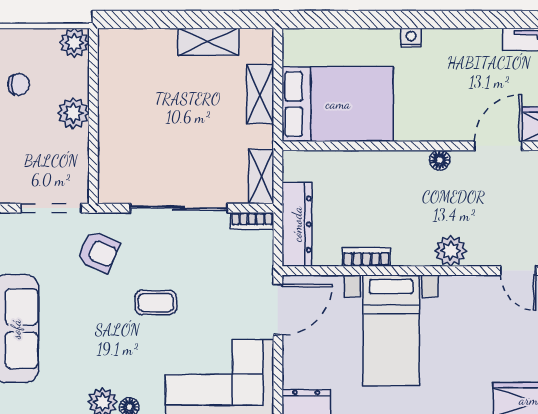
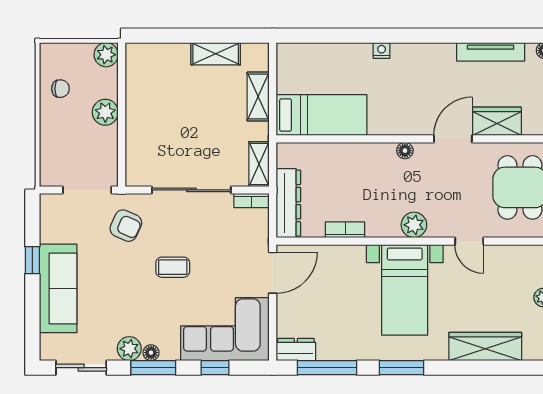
bed: (338, 104) -> (321, 115), width x0.67
bed with nightstands: (391, 330) -> (405, 290), moved

